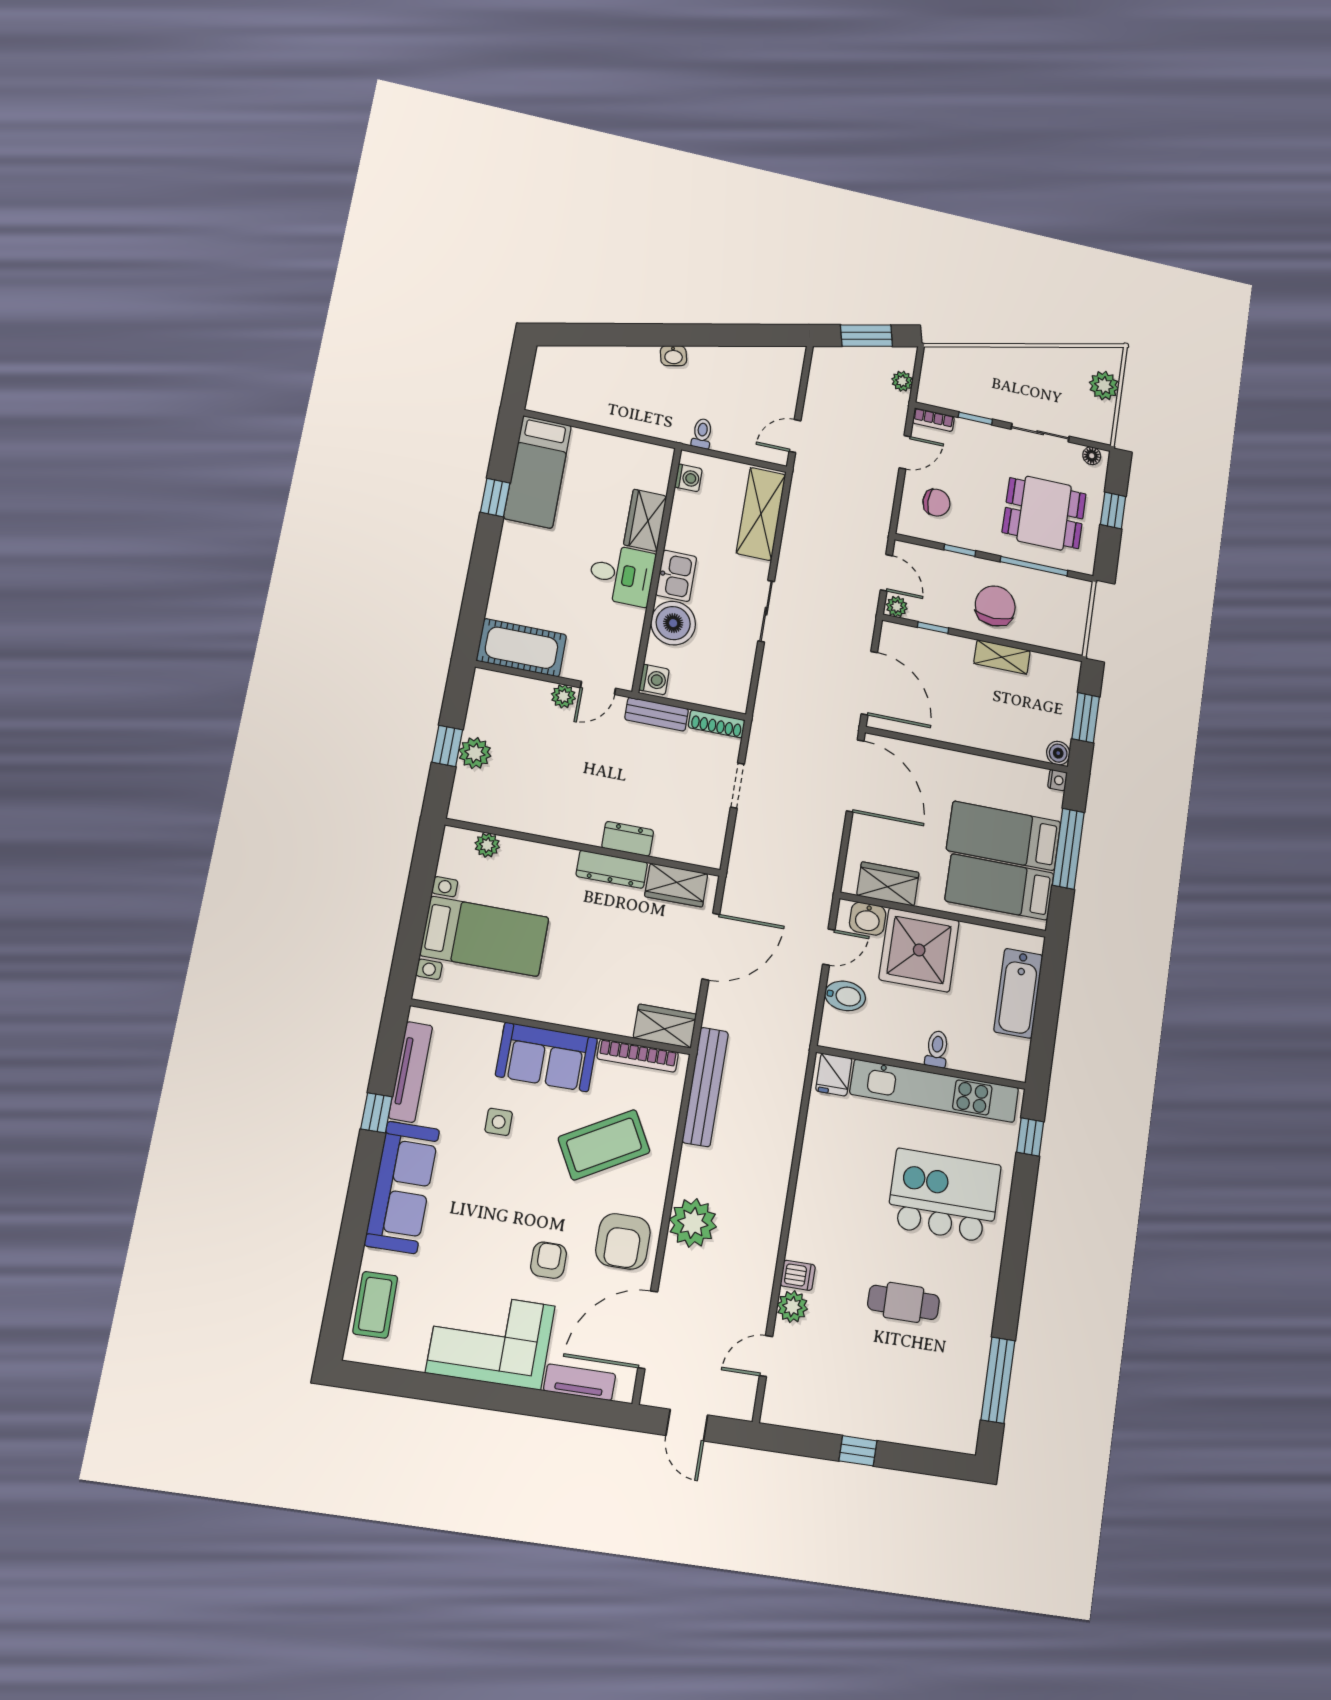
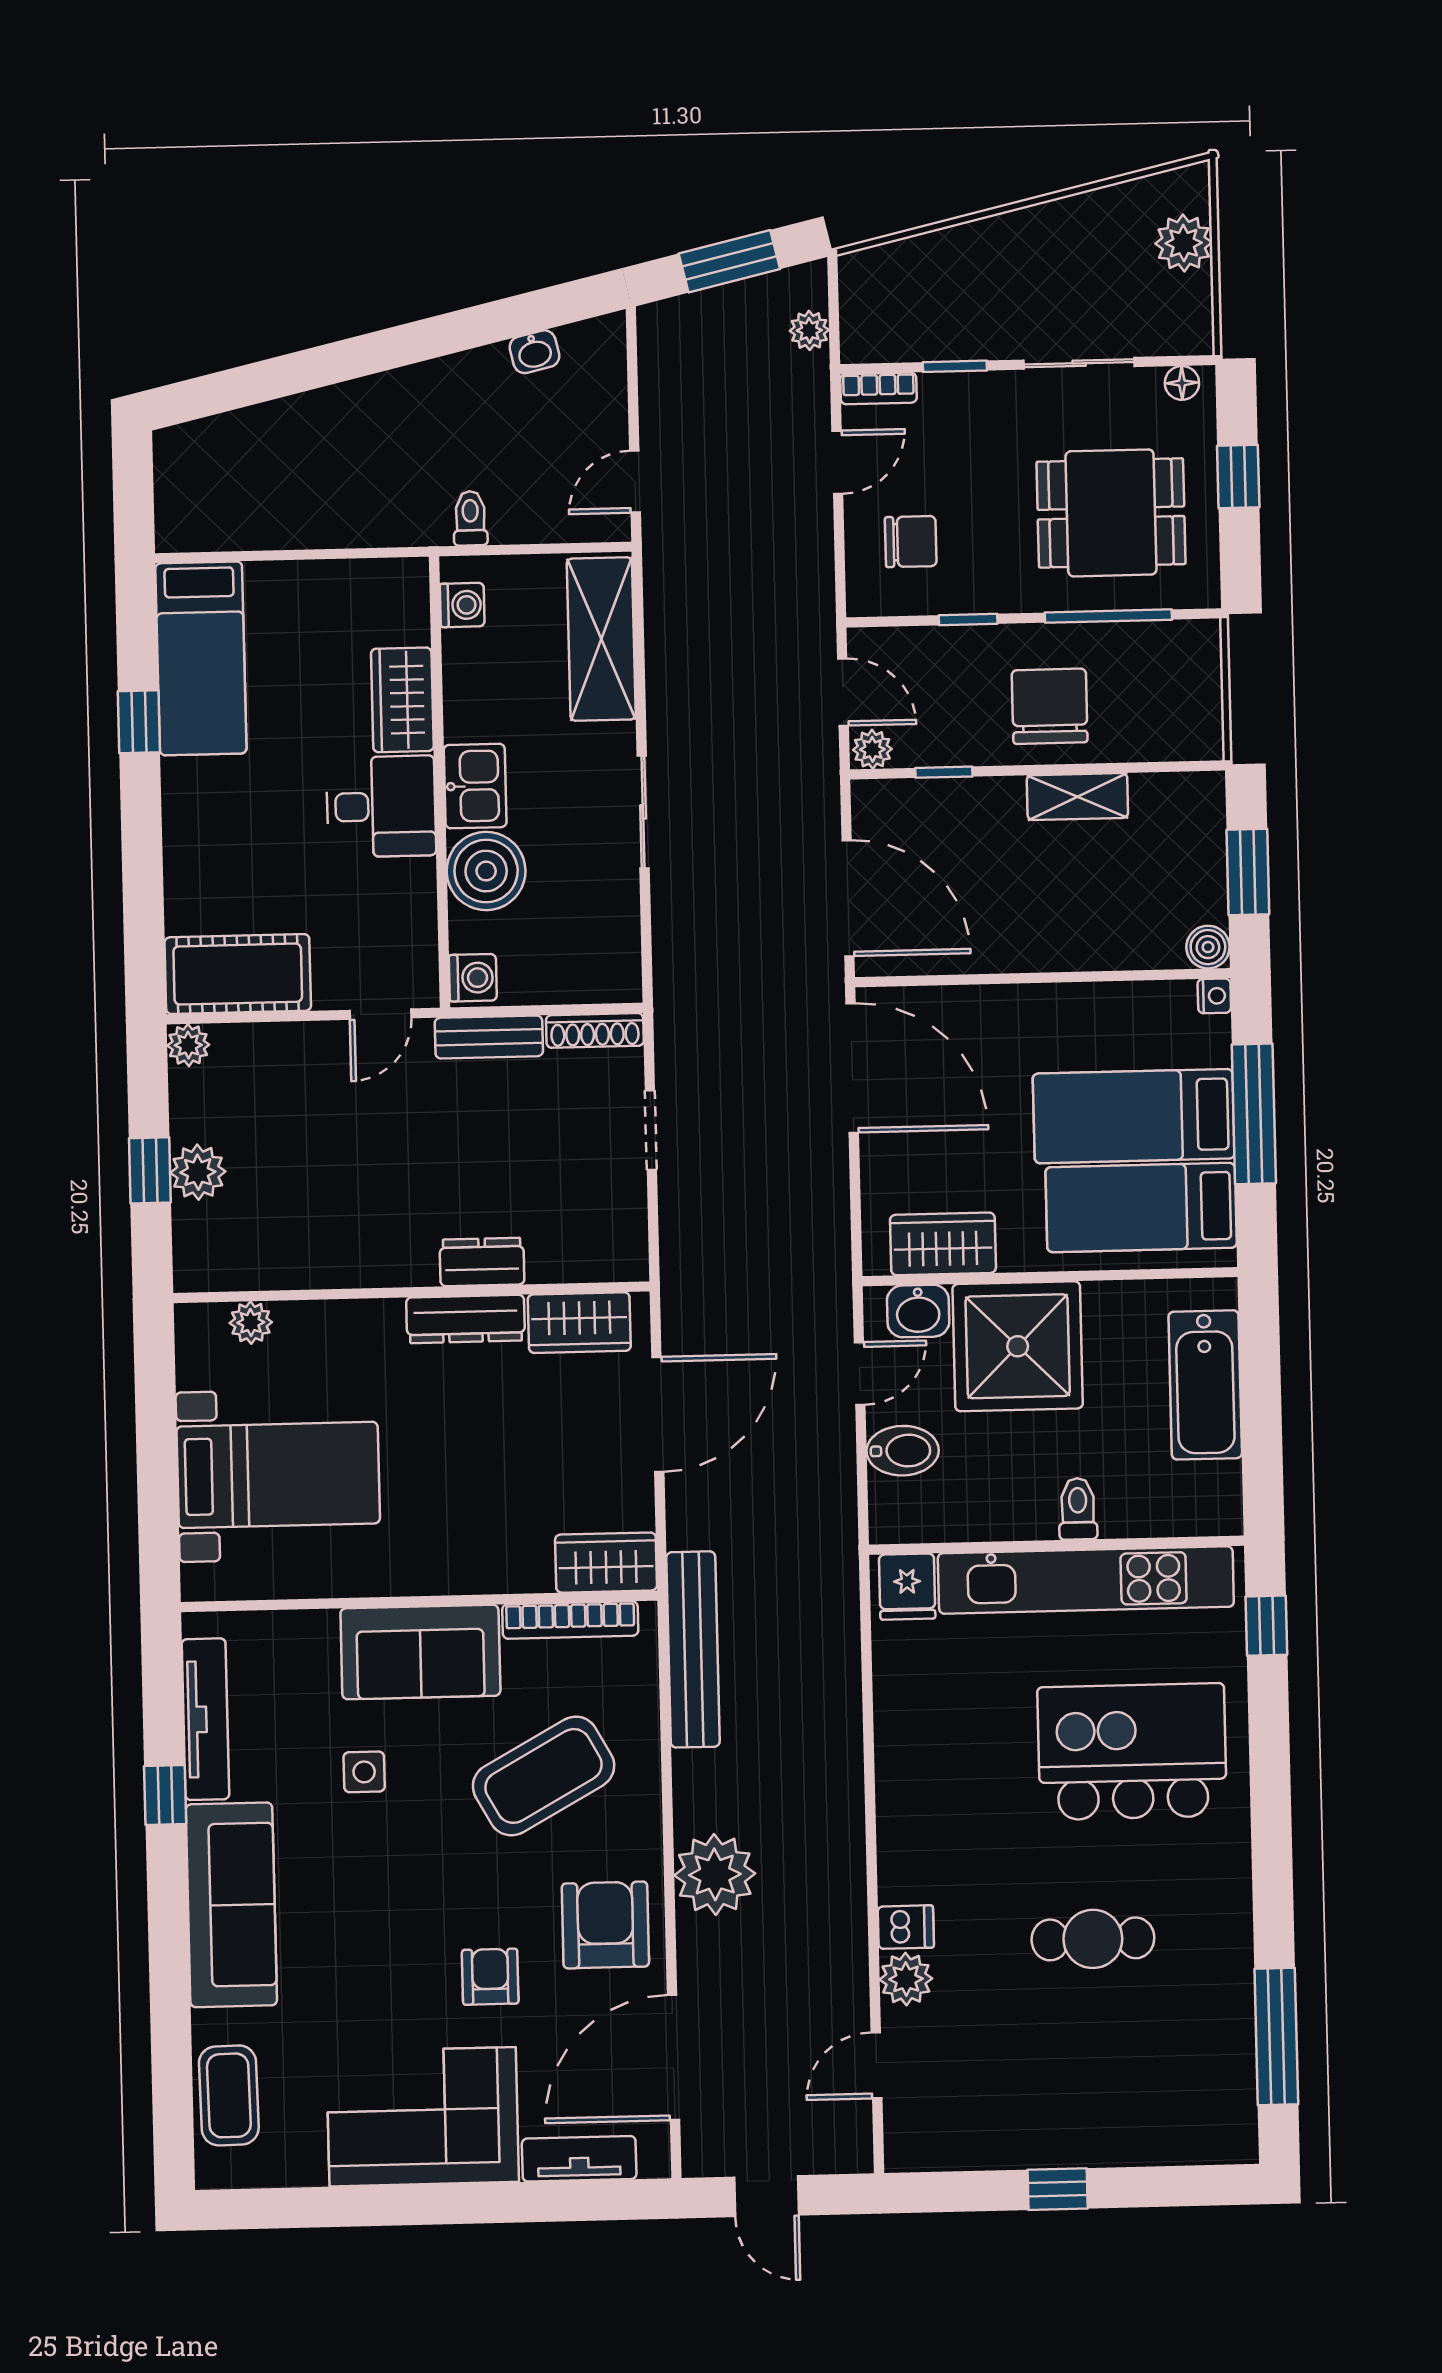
washbasin: (673, 356) -> (534, 352), moved
plant: (563, 696) -> (188, 1045), moved
armchair: (623, 1241) -> (605, 1925), turned 180

